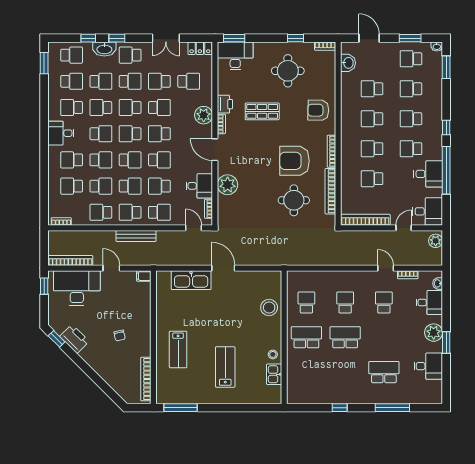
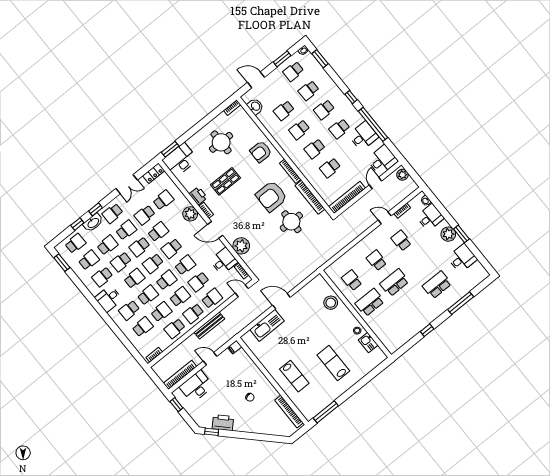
window: (295, 38) -> (209, 118), removed
school desk: (72, 186) -> (143, 327), turned 180
desk: (77, 288) -> (196, 387), width x0.73, depth x0.77

